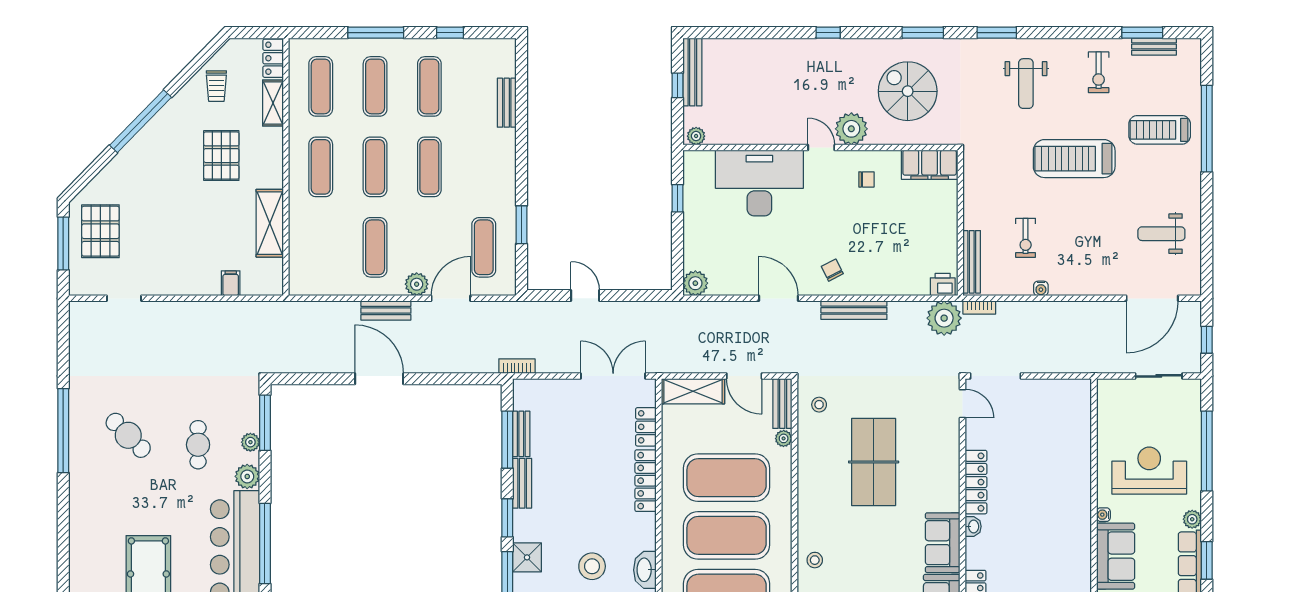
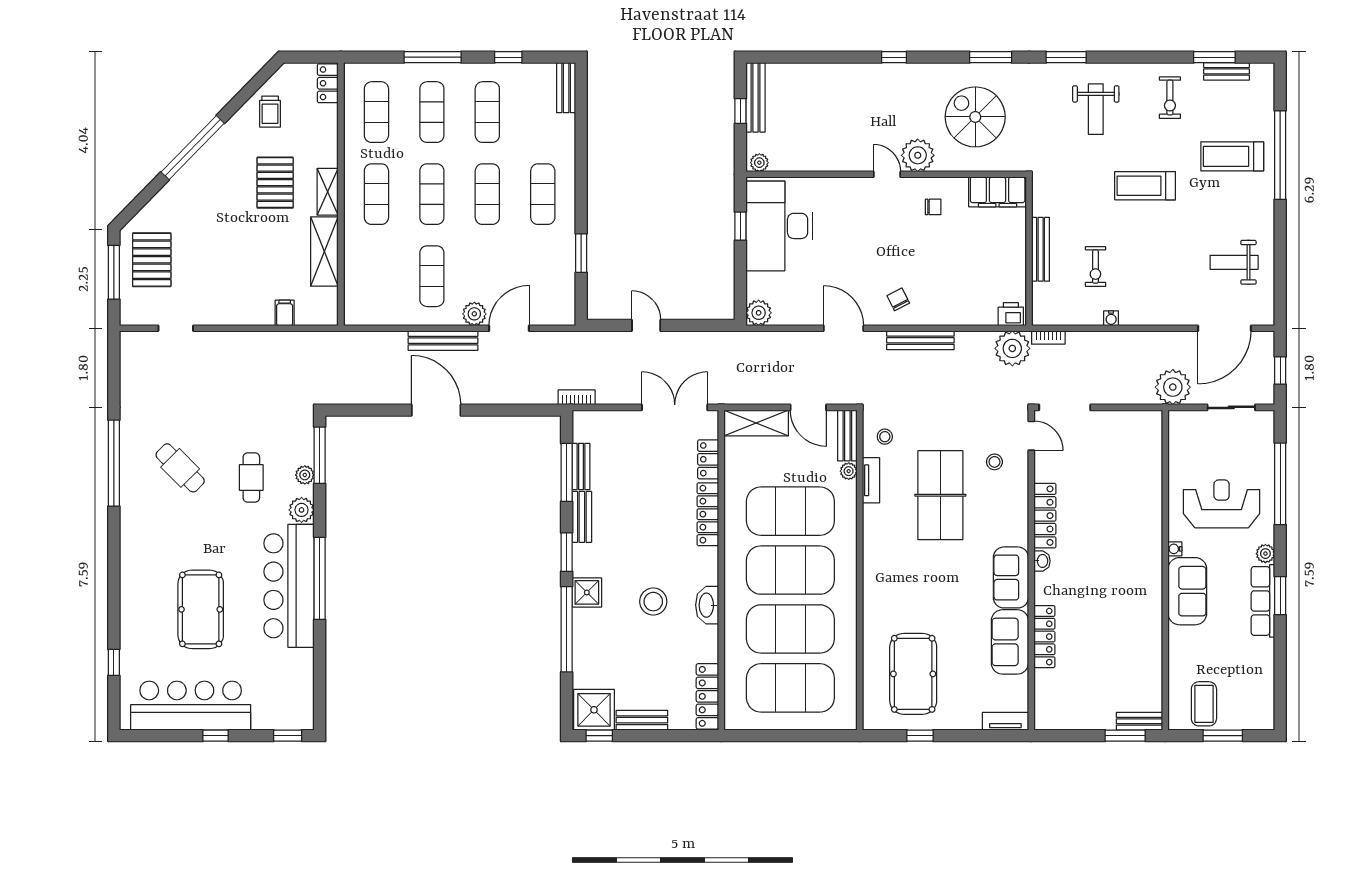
shelving: (273, 103) -> (328, 192), moved
bench: (507, 103) -> (566, 88), moved
treadmill: (1074, 159) -> (1145, 186), width x0.73, depth x0.73
desk: (759, 183) -> (779, 226), moved, turned -90
exercise mat: (484, 247) -> (543, 194), moved
bench: (972, 262) -> (1041, 249), moved
bench: (386, 310) -> (443, 341), width x1.36
plant: (1101, 356) -> (1173, 387), added
tv unit: (805, 447) -> (871, 480), added
stool: (815, 560) -> (994, 462), moved

